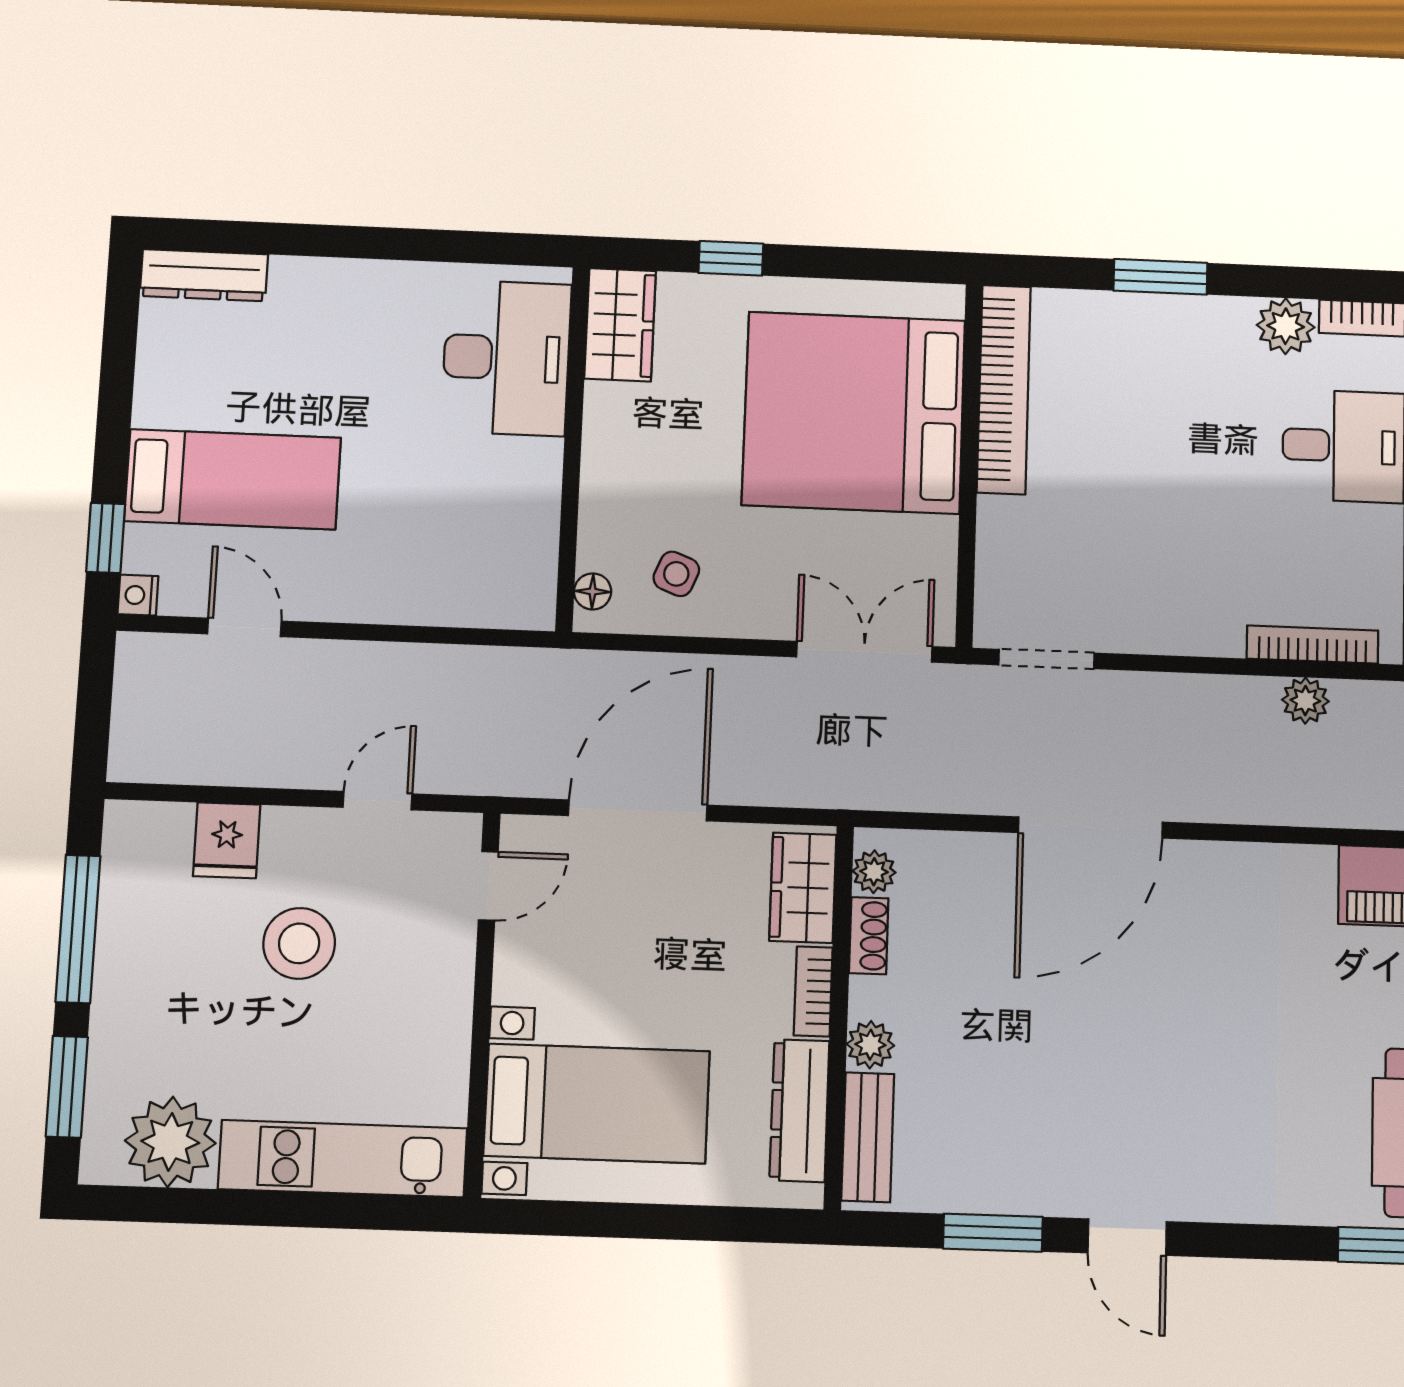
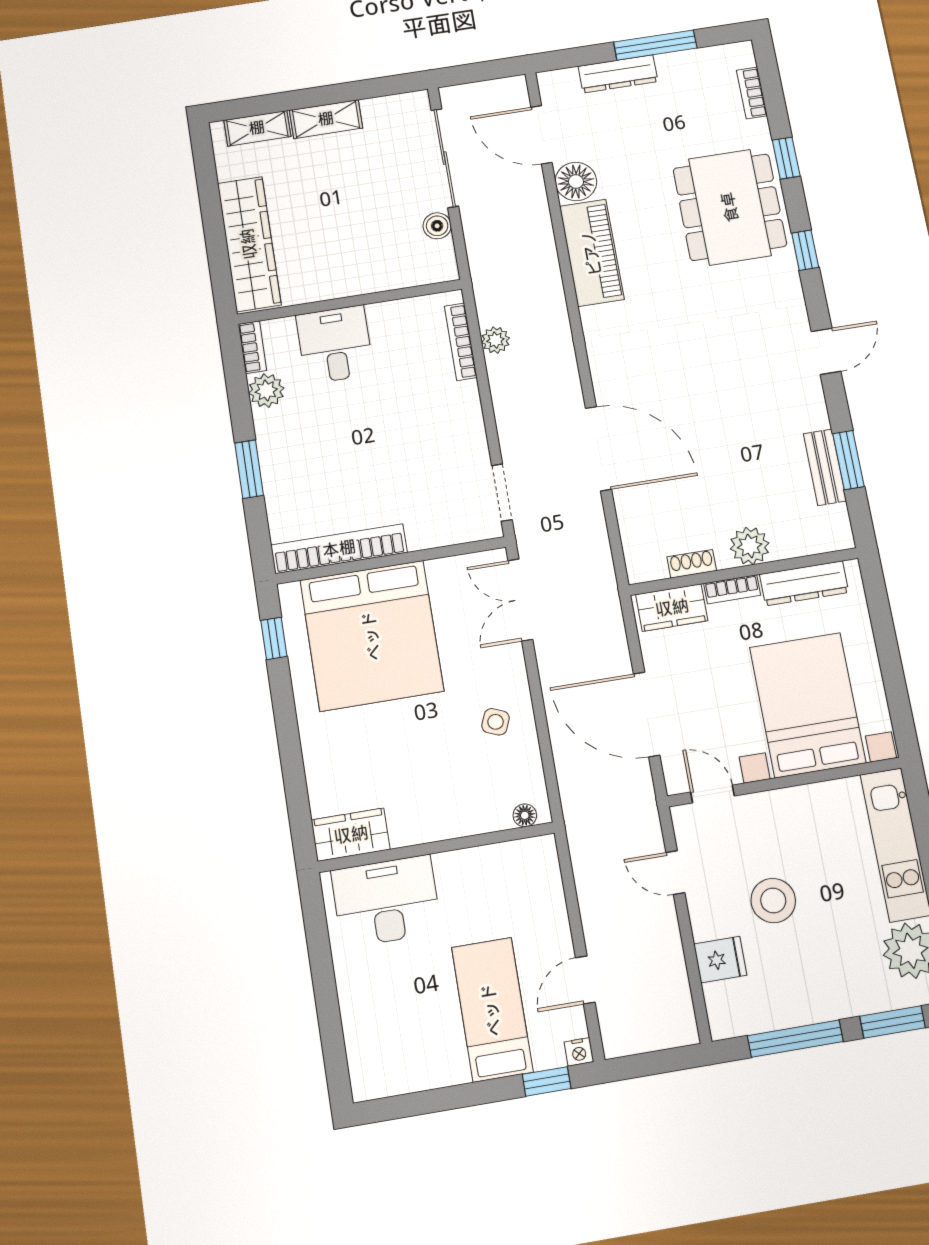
window: (731, 258) -> (274, 638), moved
dresser: (204, 275) -> (363, 1060), removed
wardrobe: (620, 325) -> (351, 835), moved
desk: (506, 358) -> (386, 901), moved
wall: (572, 448) -> (436, 847), moved
floor lamp: (593, 591) -> (525, 815), moved
plant: (874, 872) -> (653, 568), removed
plant: (870, 1045) -> (750, 546), width x1.38, depth x1.38
bed with nightstands: (597, 1103) -> (808, 705), width x1.36
bench: (868, 1137) -> (825, 467), moved, turned 90
door: (1127, 1237) -> (826, 351), moved

